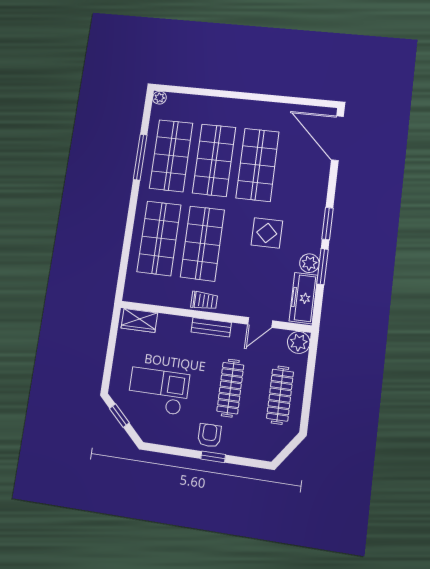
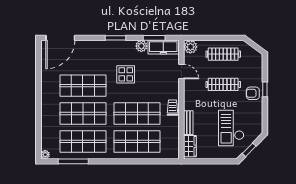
window: (140, 157) -> (73, 161), moved
window: (323, 267) -> (154, 38), moved
bench: (211, 327) -> (188, 123), moved

